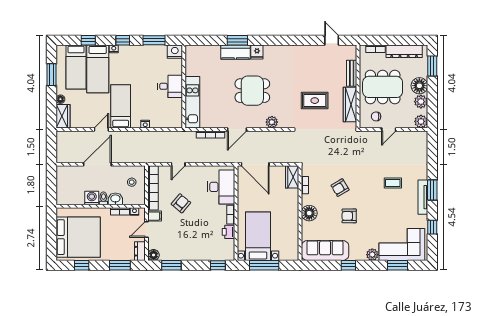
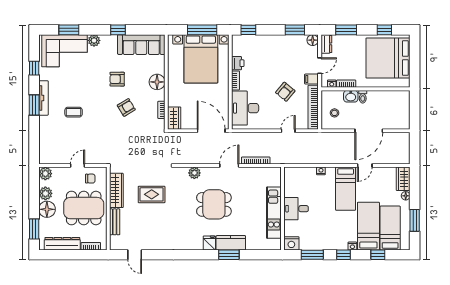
kitchen unit: (192, 102) -> (274, 213), moved
washing machine: (92, 198) -> (374, 97), removed
armchair: (349, 216) -> (117, 79), turned 180
bed with nightstands: (258, 236) -> (201, 59), width x1.36

